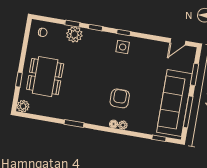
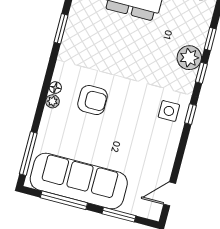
plant: (74, 34) -> (189, 58), moved
door: (178, 42) -> (170, 194), hinge flipped
window: (159, 138) -> (28, 153), width x2.17

